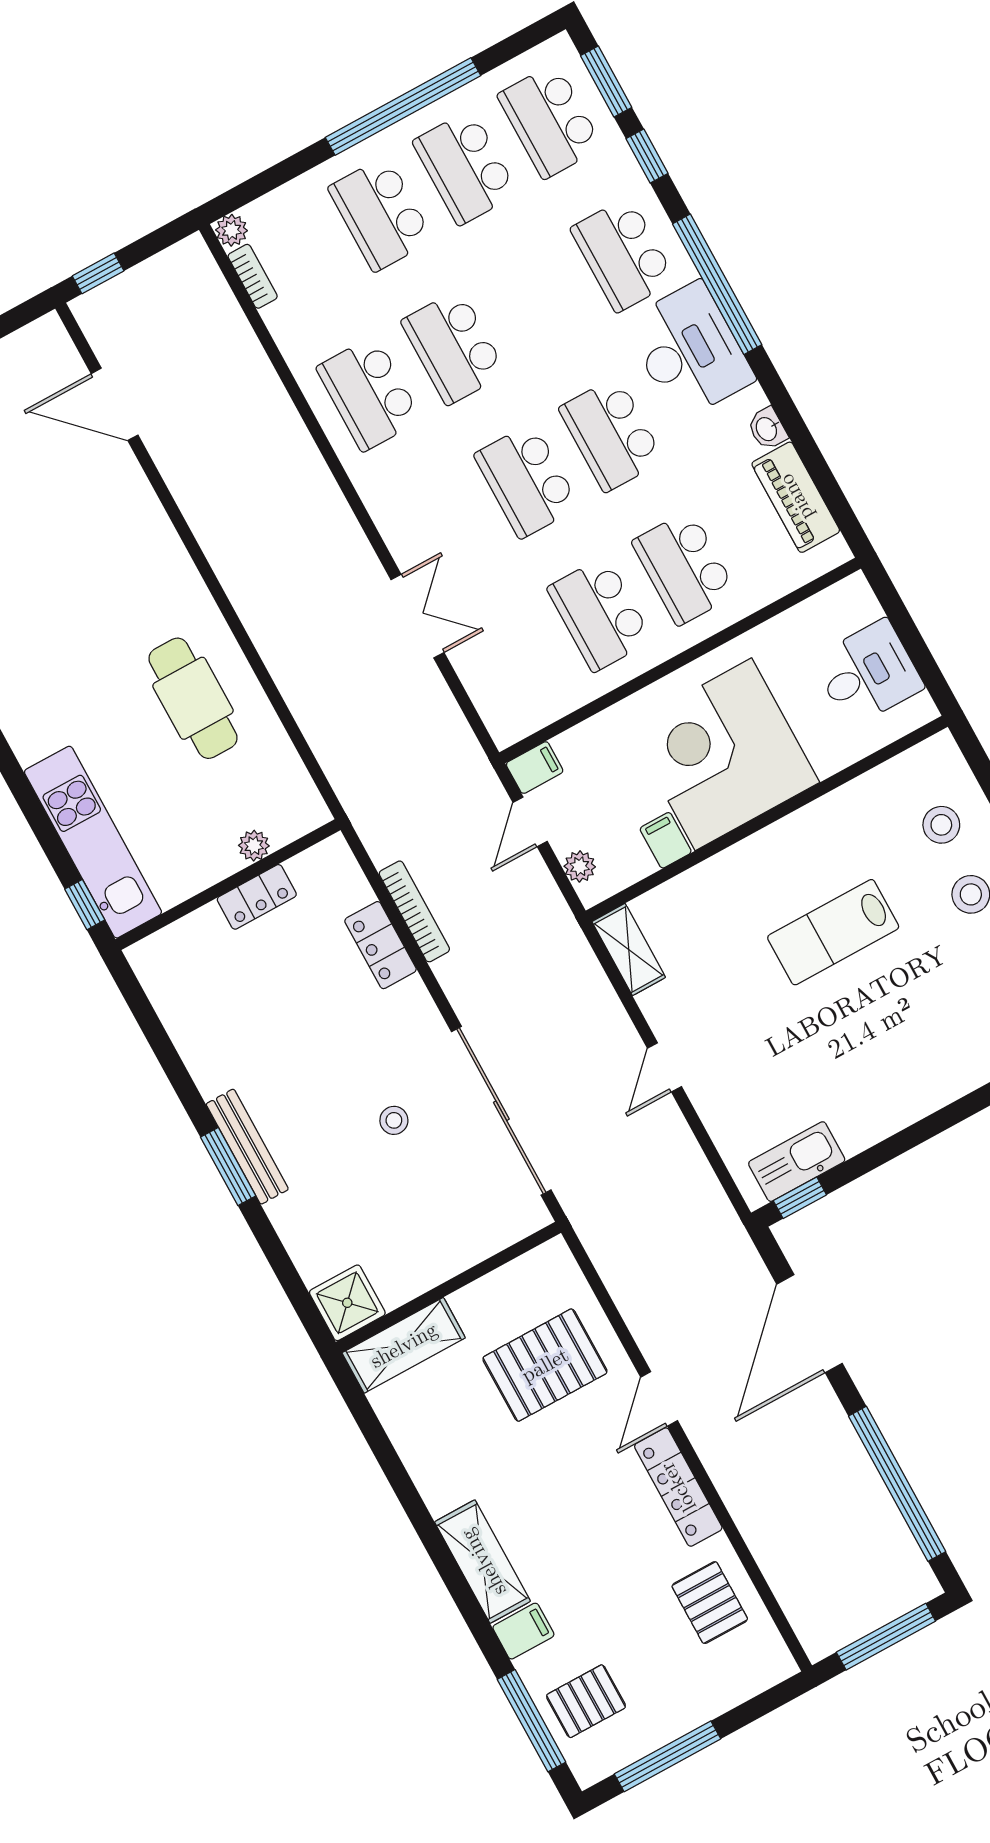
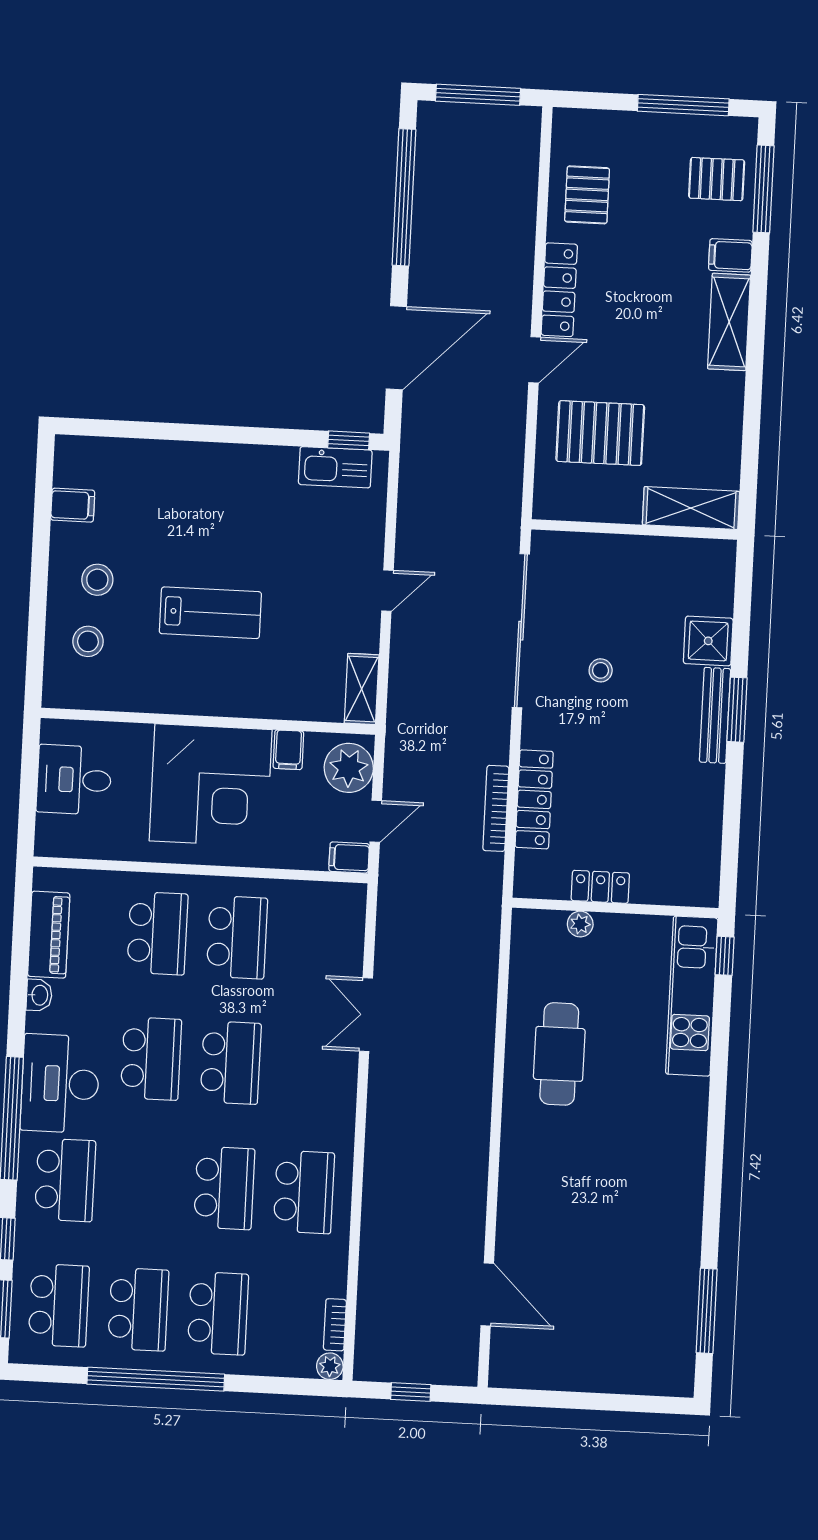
window: (98, 273) -> (411, 1392), moved
plant: (580, 866) -> (349, 768), width x1.87, depth x1.87
locker: (381, 945) -> (534, 799), width x1.53
shower: (347, 1303) -> (708, 641), moved

